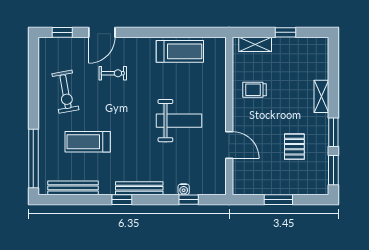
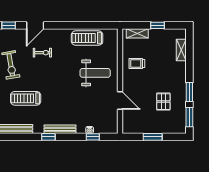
treadmill: (180, 51) -> (87, 38), turned 180
shelving: (321, 96) -> (181, 50), moved
weight bench: (179, 121) -> (95, 73), moved

